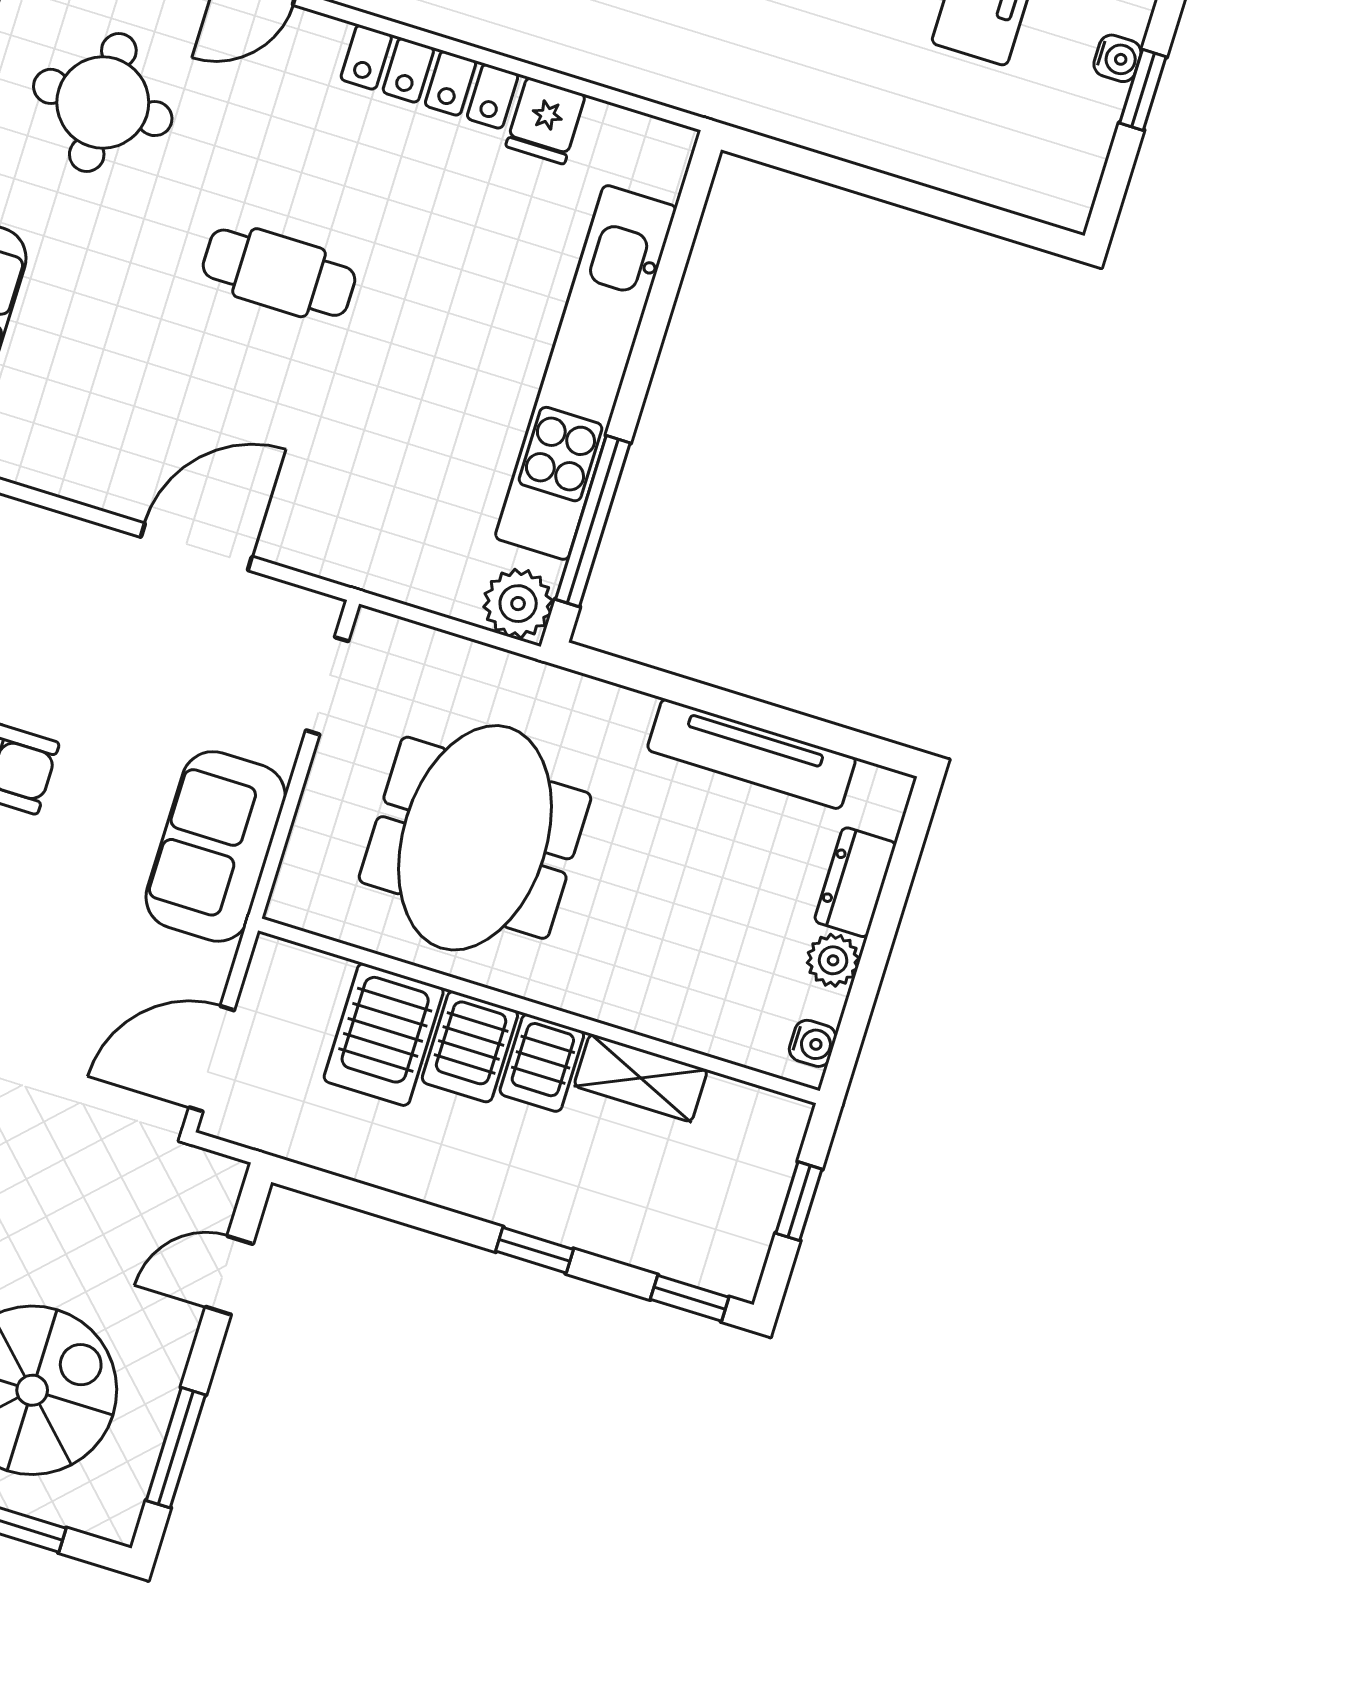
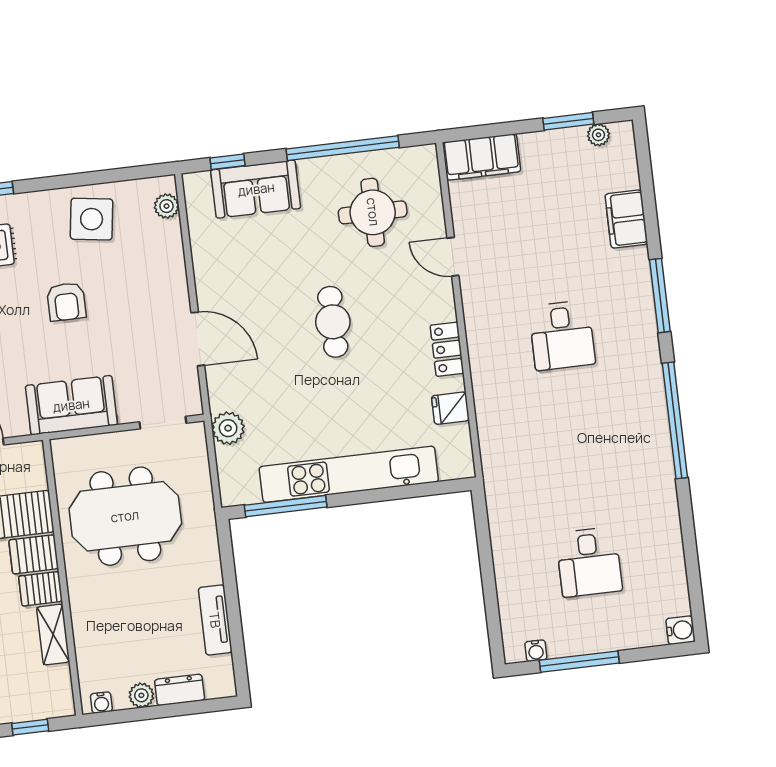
water cooler: (1117, 58) -> (536, 651), moved
locker: (429, 77) -> (447, 349), width x0.66
window: (1143, 90) -> (579, 662), width x2.17
plant: (518, 604) -> (228, 428), moved
tv unit: (751, 754) -> (215, 620), width x0.71

